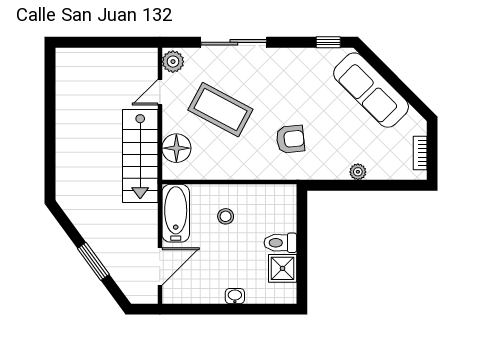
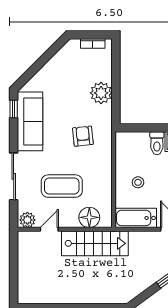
sofa: (371, 90) -> (30, 121), moved, turned -45
door: (160, 92) -> (49, 229), swing flipped
coffee table: (220, 110) -> (62, 186), turned 62
plant: (358, 172) -> (101, 93), width x1.88, depth x1.88

